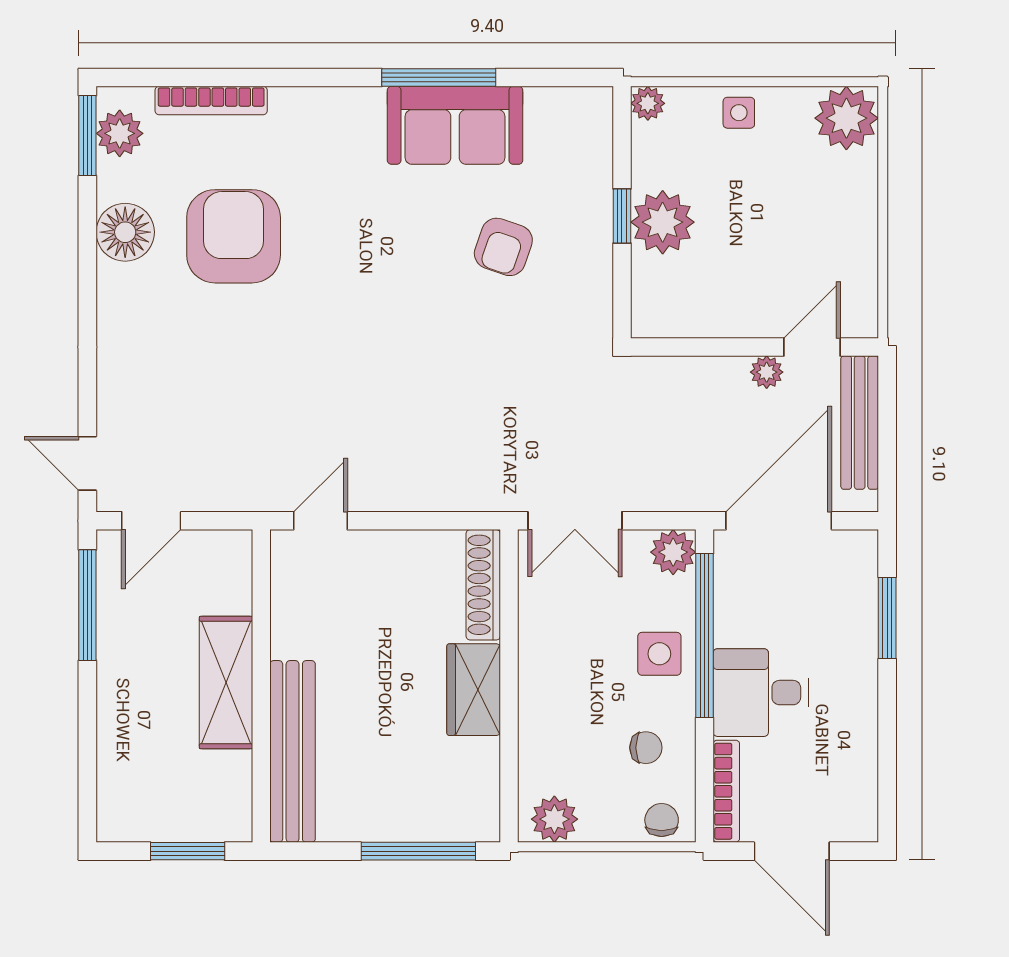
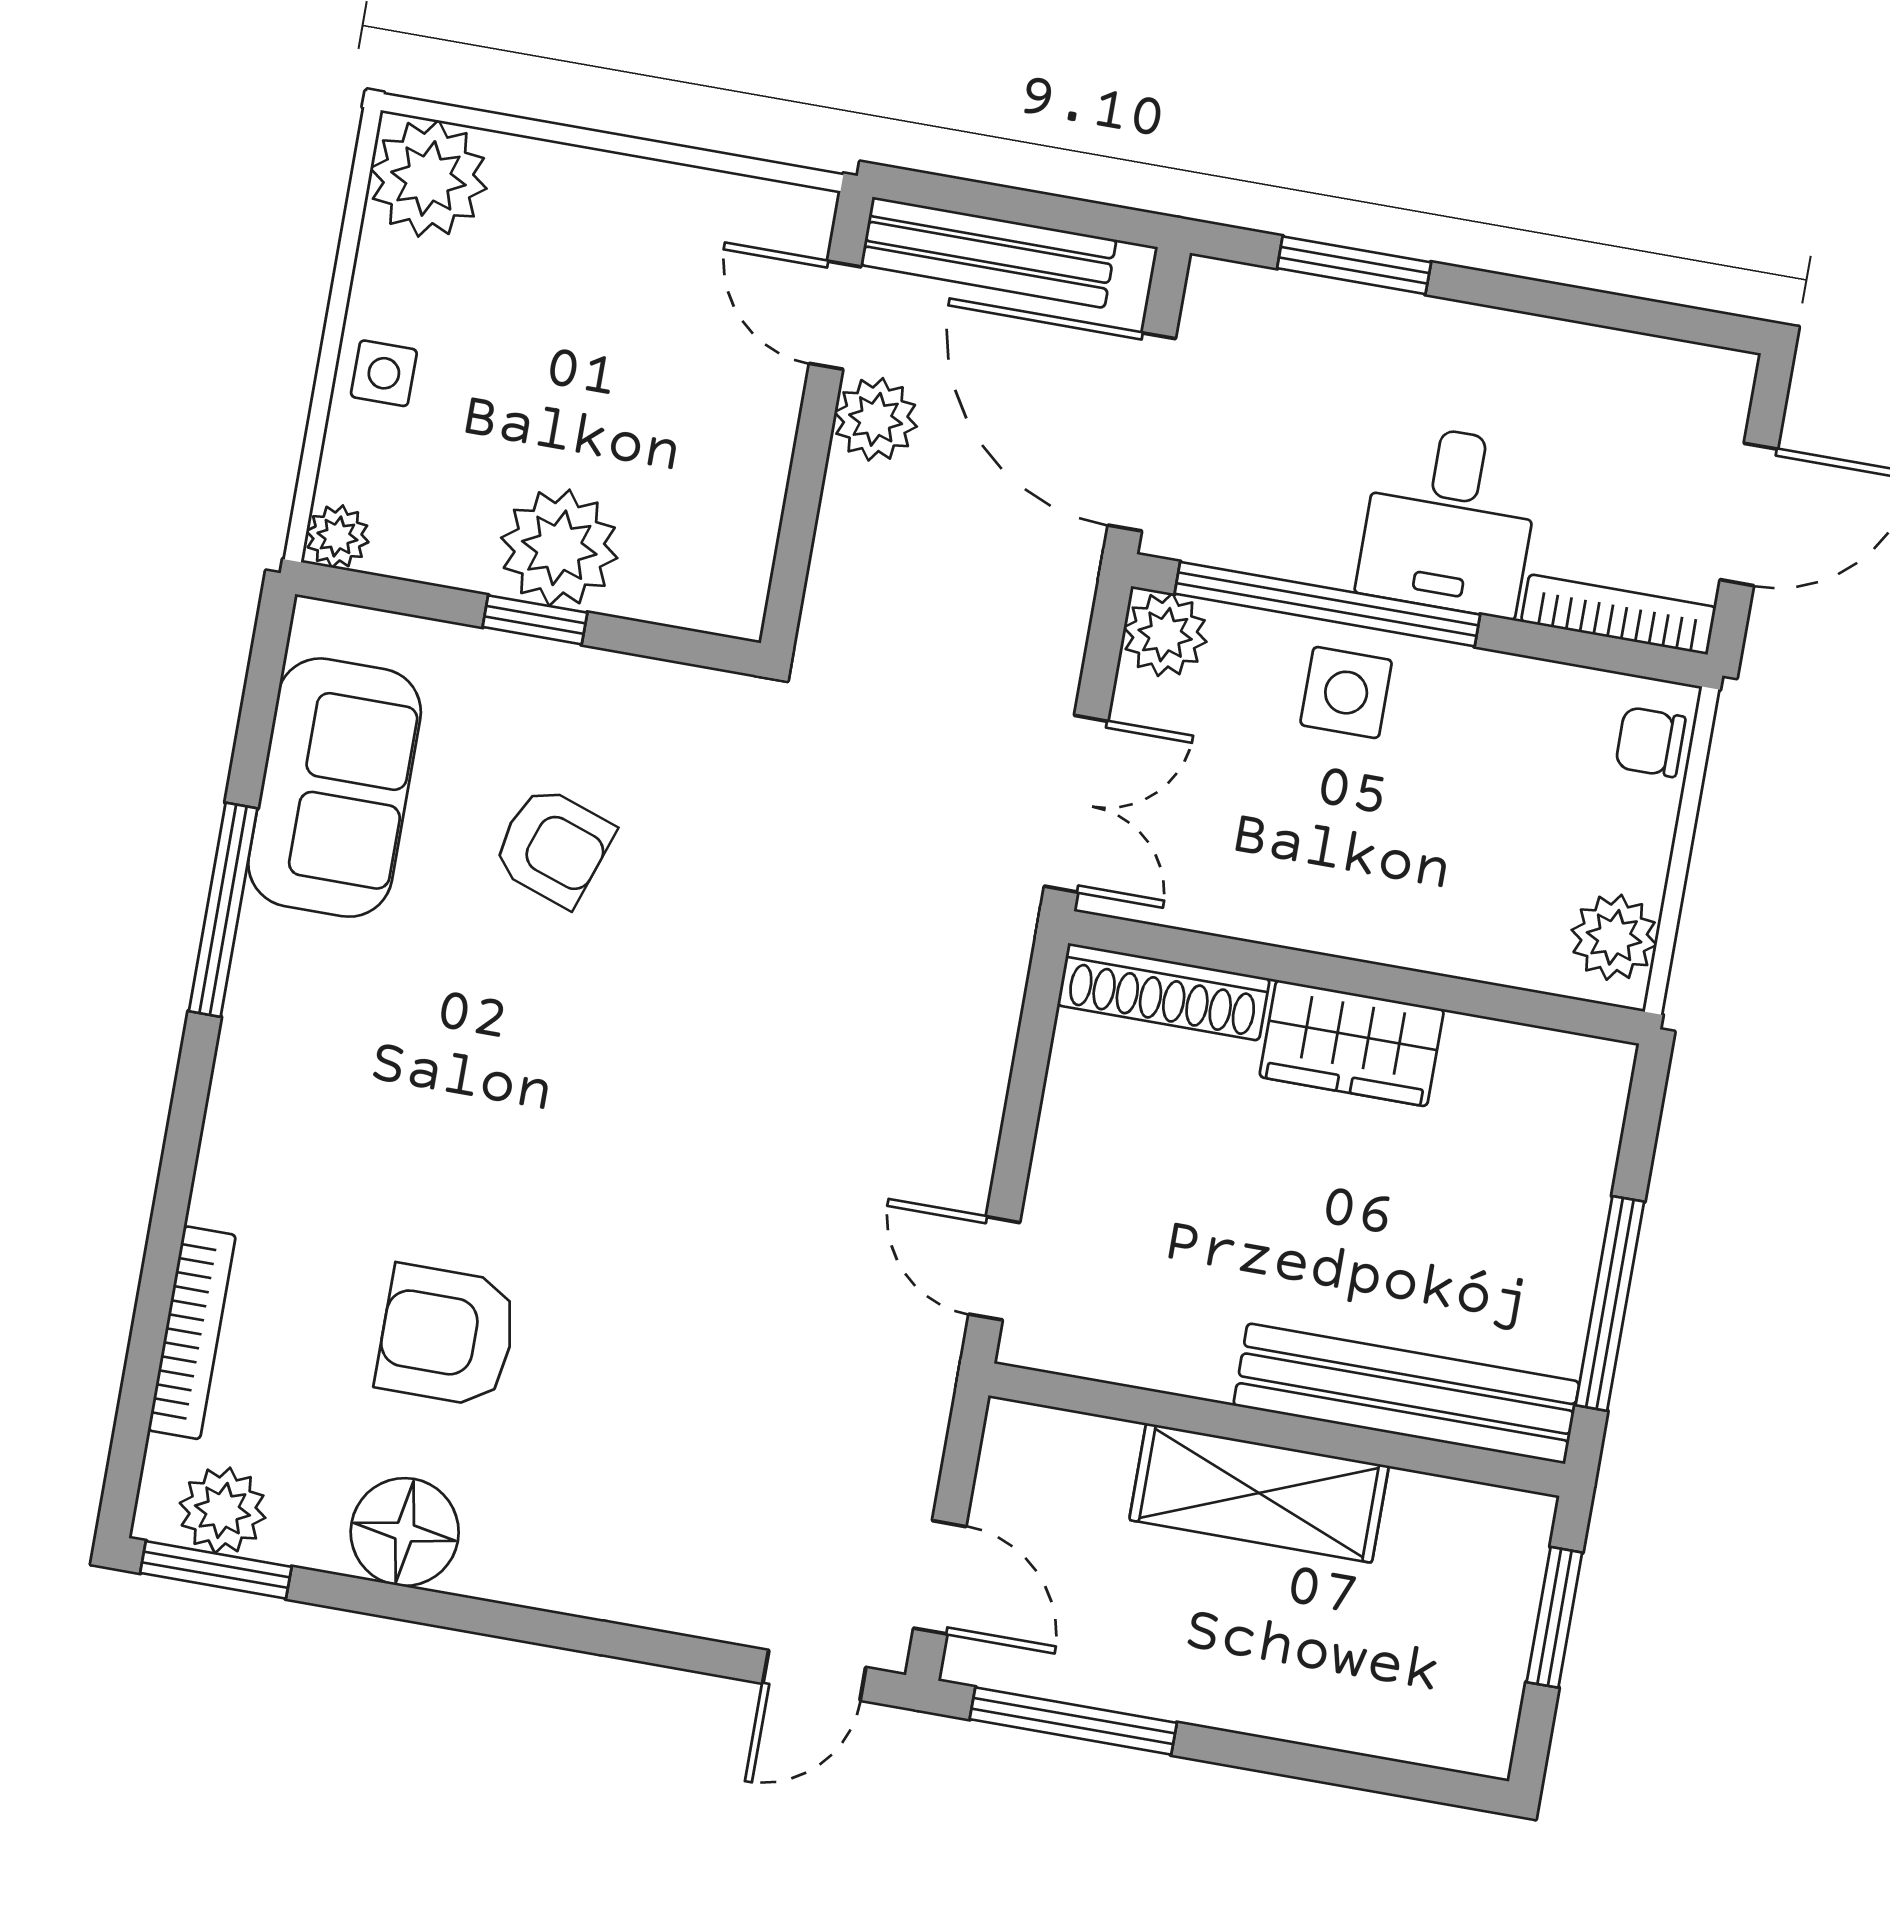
sofa: (455, 125) -> (335, 788), moved
armchair: (234, 236) -> (447, 1335), width x0.73, depth x0.73
plant: (767, 372) -> (876, 419), width x1.38, depth x1.38
chair: (646, 748) -> (1513, 747), removed
window: (418, 851) -> (1610, 1303), moved

